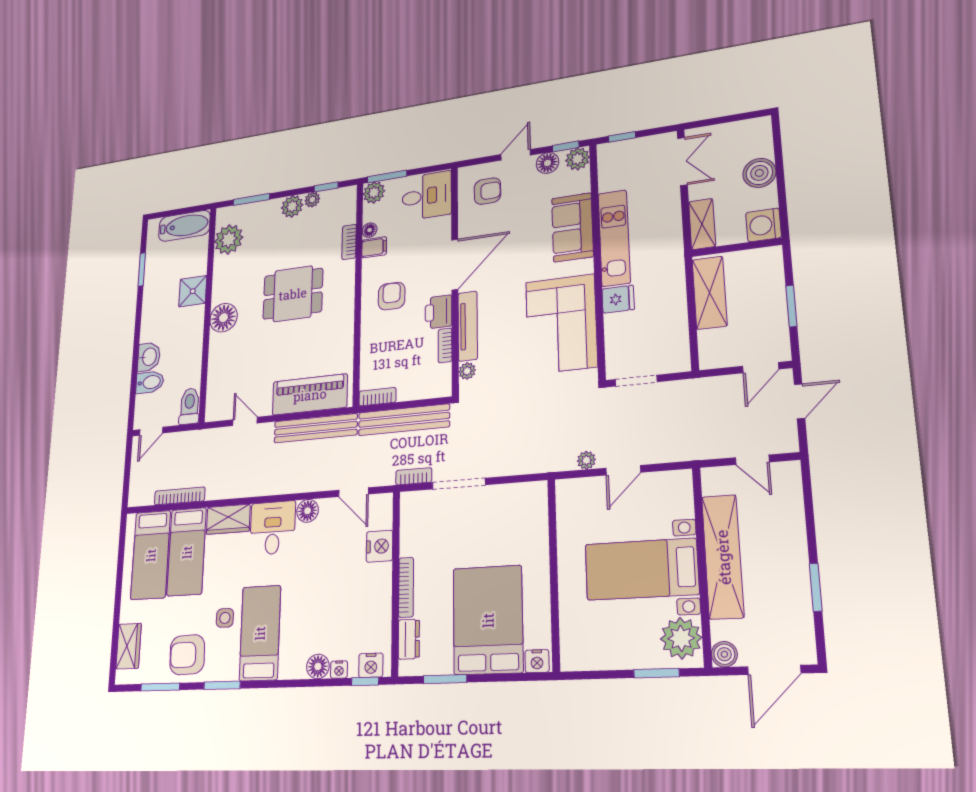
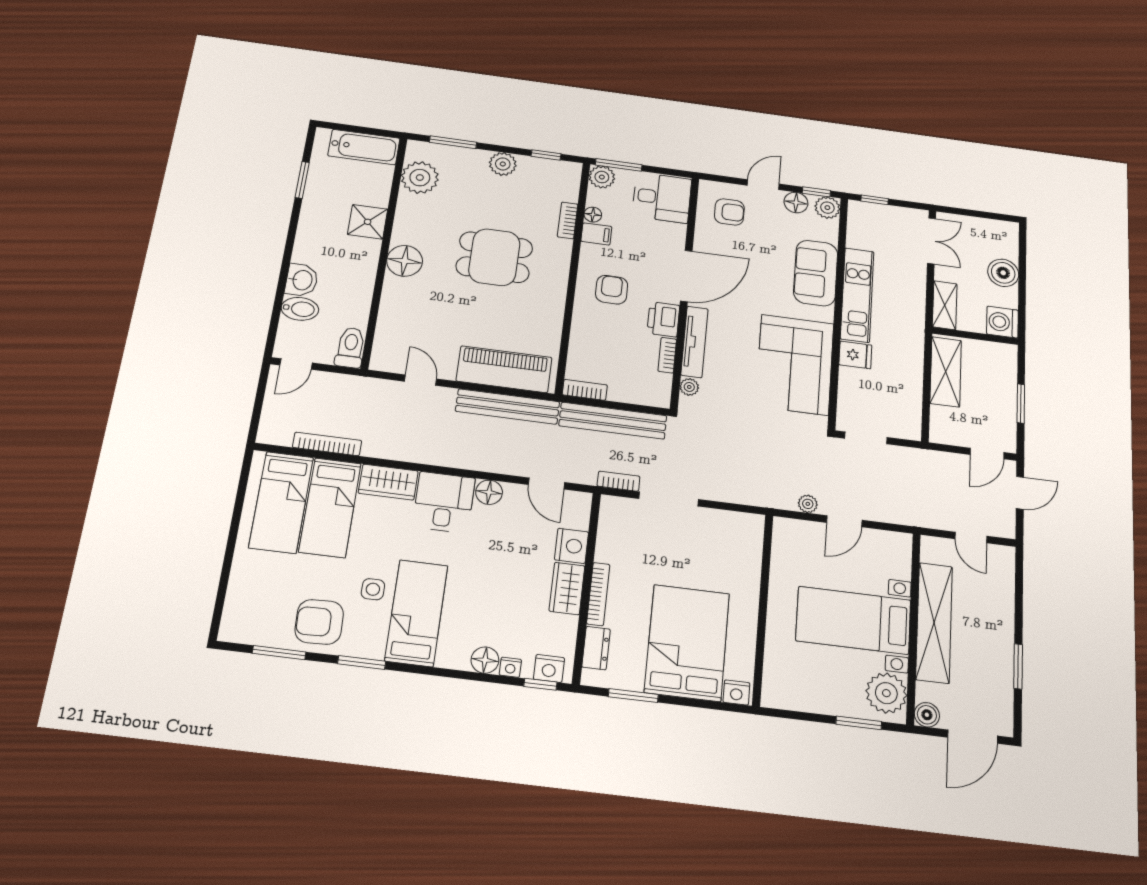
plant: (312, 200) -> (528, 164), removed
wardrobe: (129, 646) -> (567, 588), moved, turned 180

